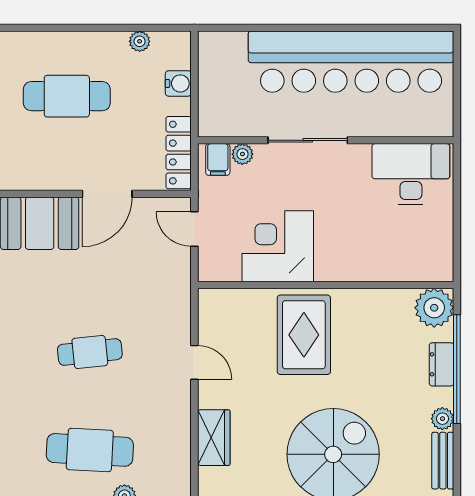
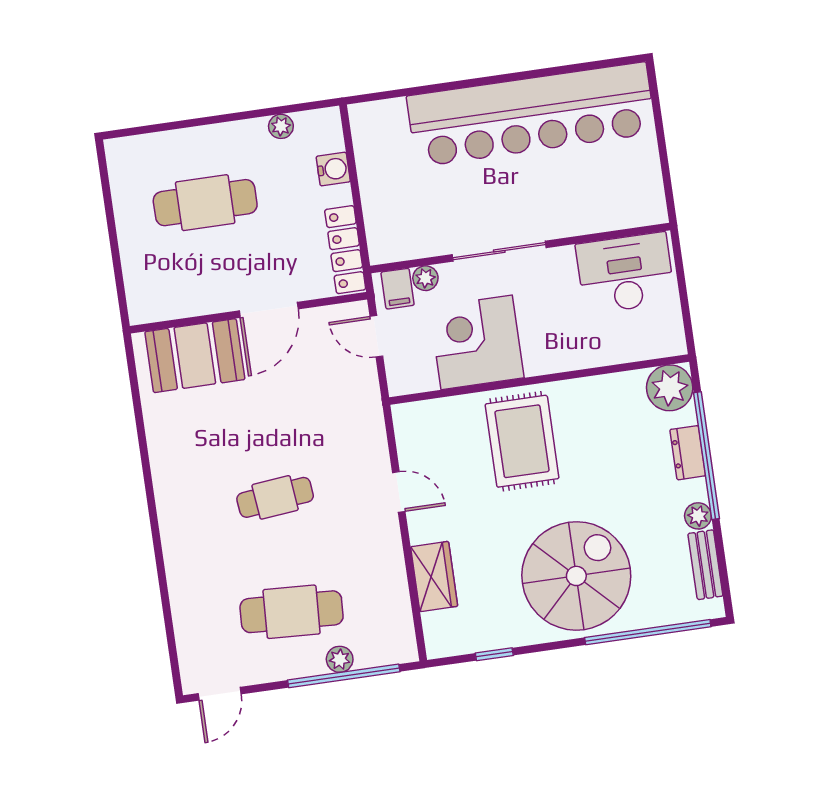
sliding door: (308, 140) -> (499, 251), moved
wall: (326, 140) -> (520, 248), moved
plant: (242, 154) -> (425, 278), moved
filing cabinet: (218, 159) -> (398, 289), moved
desk: (411, 174) -> (625, 273), moved

